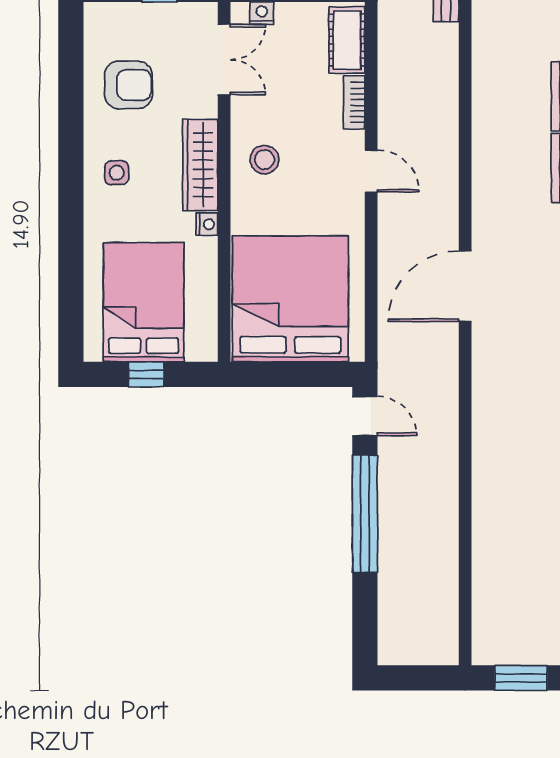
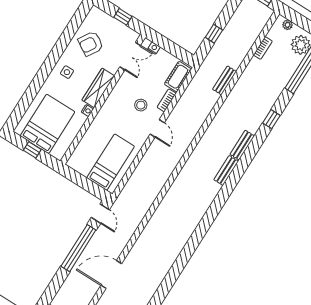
armchair: (128, 85) -> (91, 44), turned 122
stool: (265, 160) -> (141, 105), moved
door: (465, 286) -> (111, 274), moved
bed: (290, 299) -> (111, 162), width x0.49

